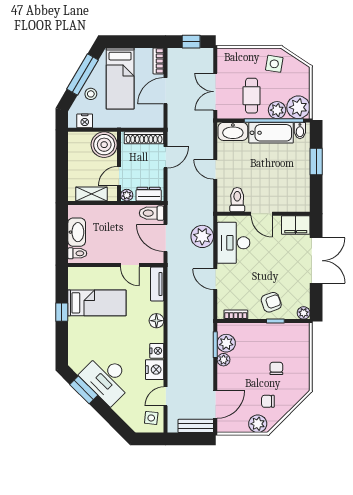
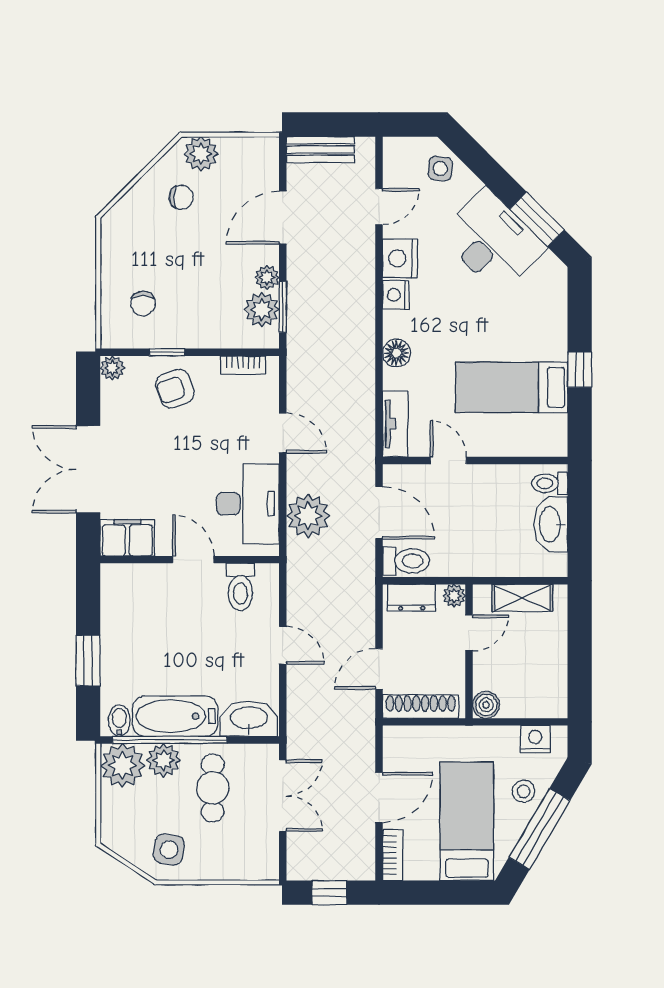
boiler: (104, 145) -> (486, 705), width x0.54, depth x0.54
chair: (276, 368) -> (143, 304), moved
door: (215, 404) -> (283, 218), moved
side table: (151, 418) -> (440, 169), moved

